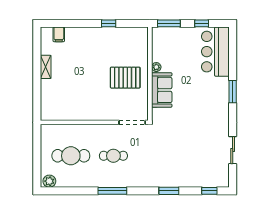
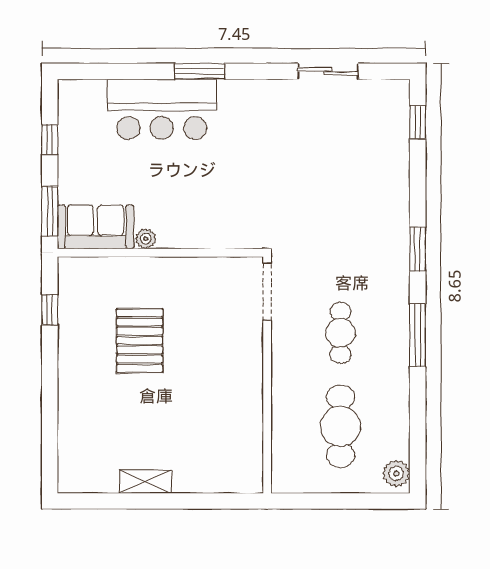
window: (109, 23) -> (50, 310), moved
filing cabinet: (59, 34) -> (74, 453), removed
bar counter: (215, 52) -> (162, 109), moved
pallet: (125, 78) -> (140, 341), moved
sofa: (162, 90) -> (96, 227), moved
window: (169, 191) -> (418, 249), moved

